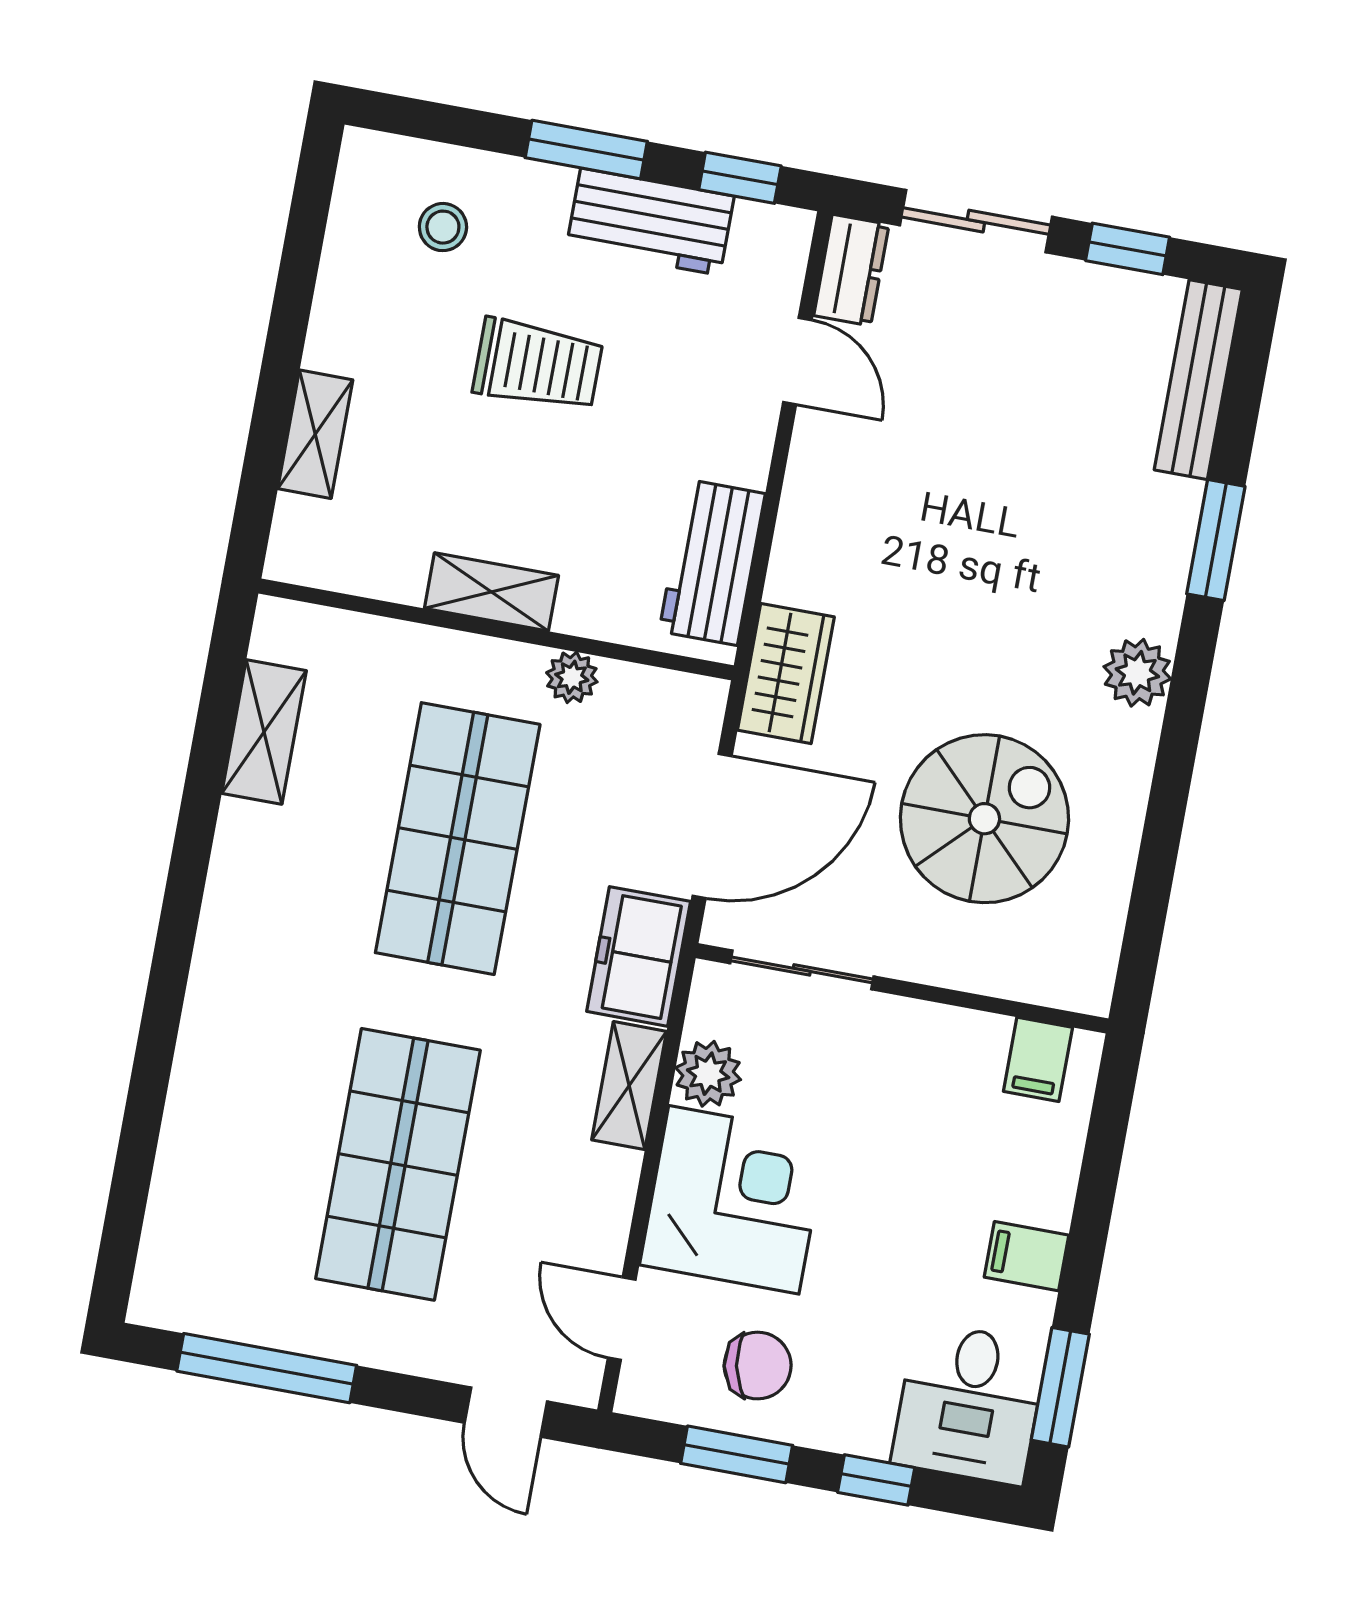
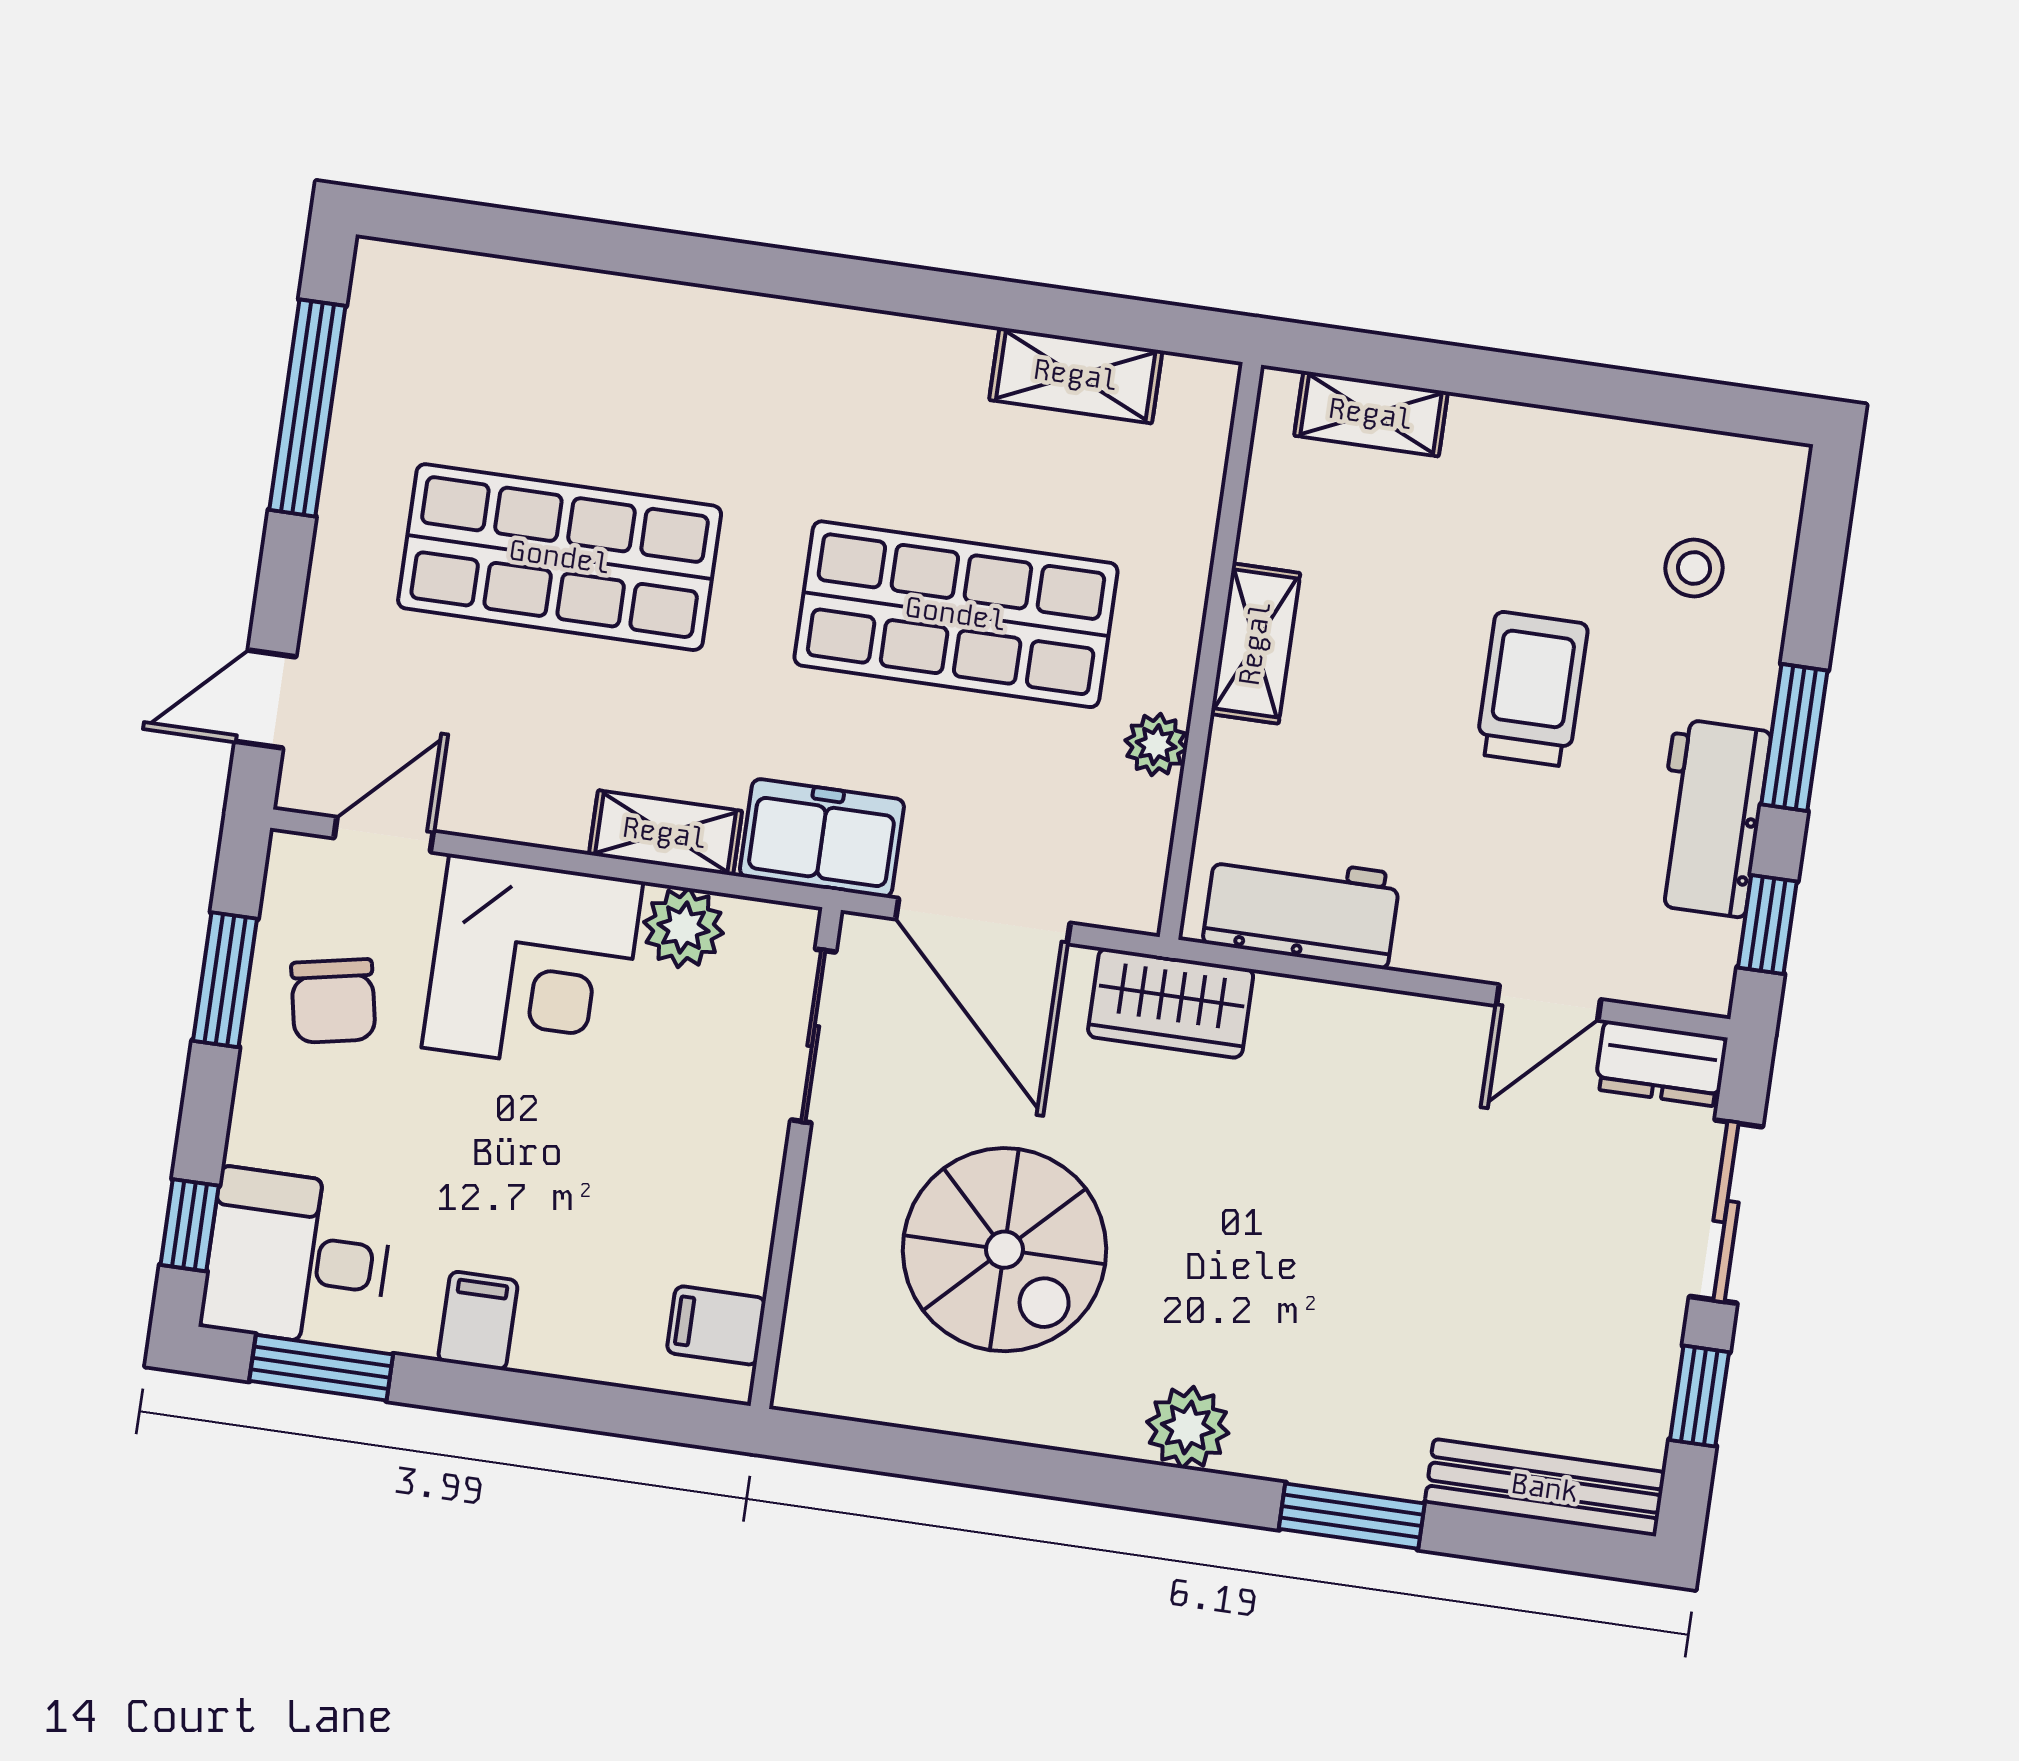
trolley: (538, 365) -> (1532, 689), turned 180
shelving: (315, 434) -> (1371, 414), moved
window: (876, 1480) -> (190, 1225), moved

